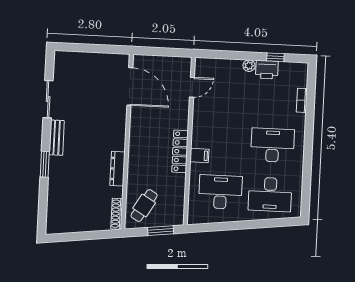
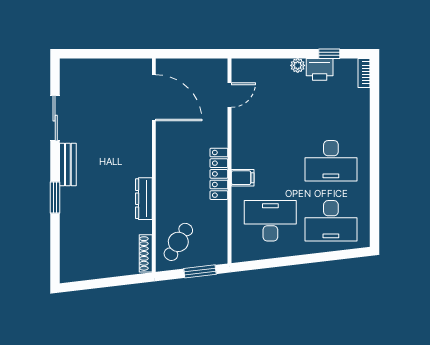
bookcase: (302, 100) -> (364, 73), moved
desk: (272, 145) -> (331, 161), turned 180

